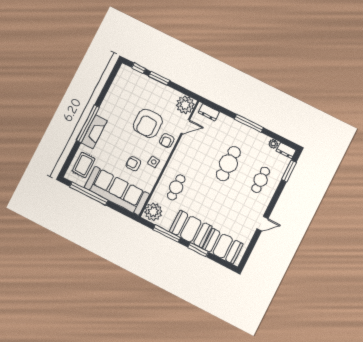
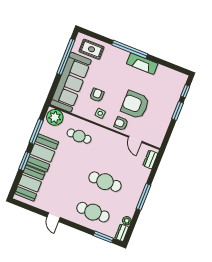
plant: (185, 105) -> (155, 137), removed
fireplace: (94, 132) -> (142, 64), moved
cafe table: (261, 180) -> (93, 212), width x1.37, depth x1.35

